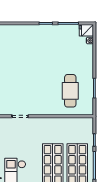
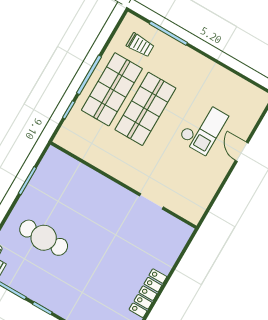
cafe table: (70, 91) -> (44, 238), moved, turned 90

